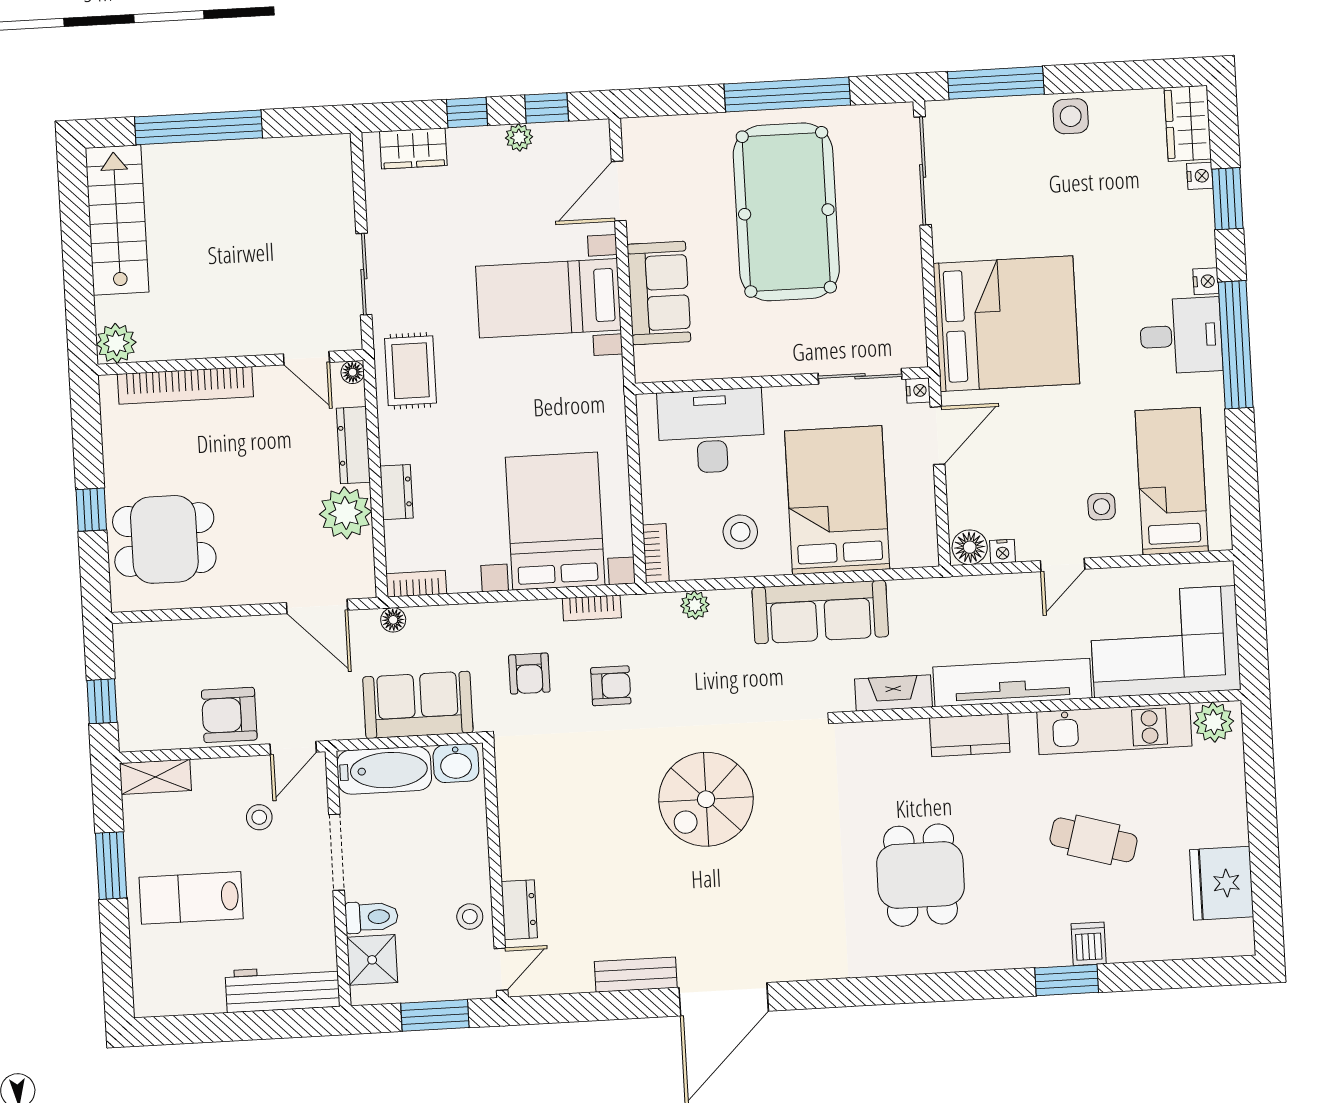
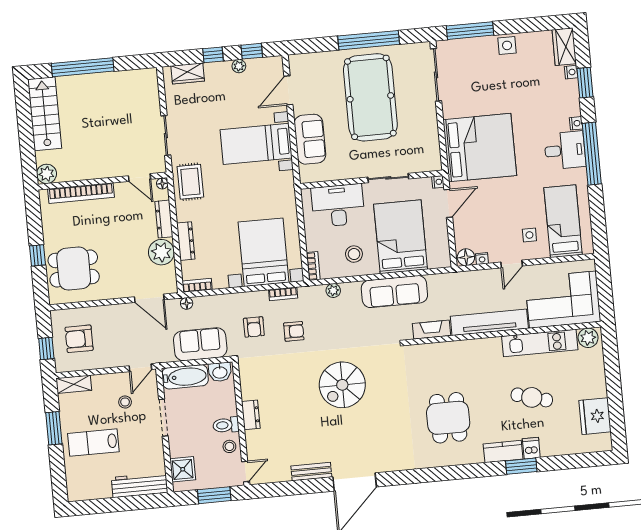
sliding door: (860, 376) -> (388, 178), moved
dresser: (397, 492) -> (186, 241), width x1.44
armchair: (229, 715) -> (79, 339), moved
kitchen counter: (970, 735) -> (503, 451), moved, turned 180
dresser: (519, 910) -> (251, 415), moved
toilet: (372, 917) -> (226, 425), moved, turned 180

